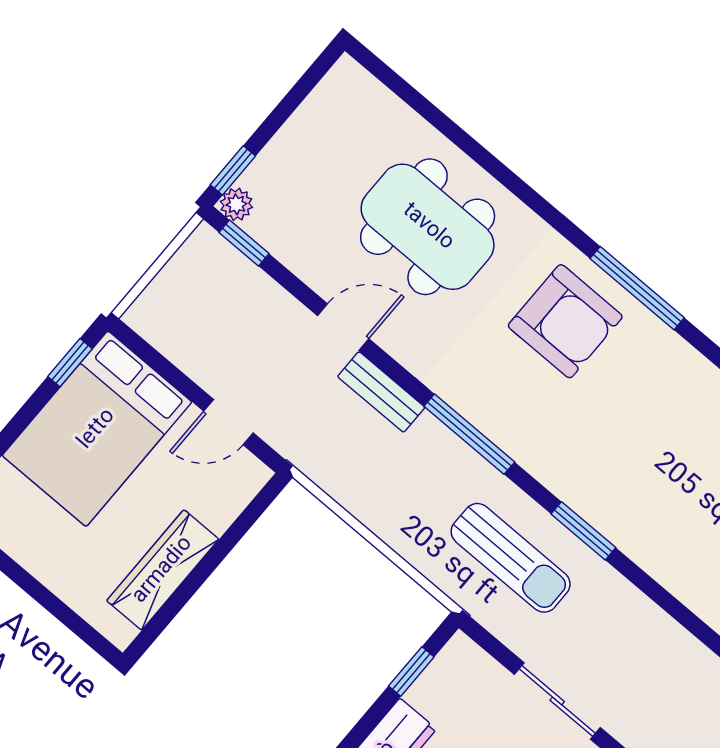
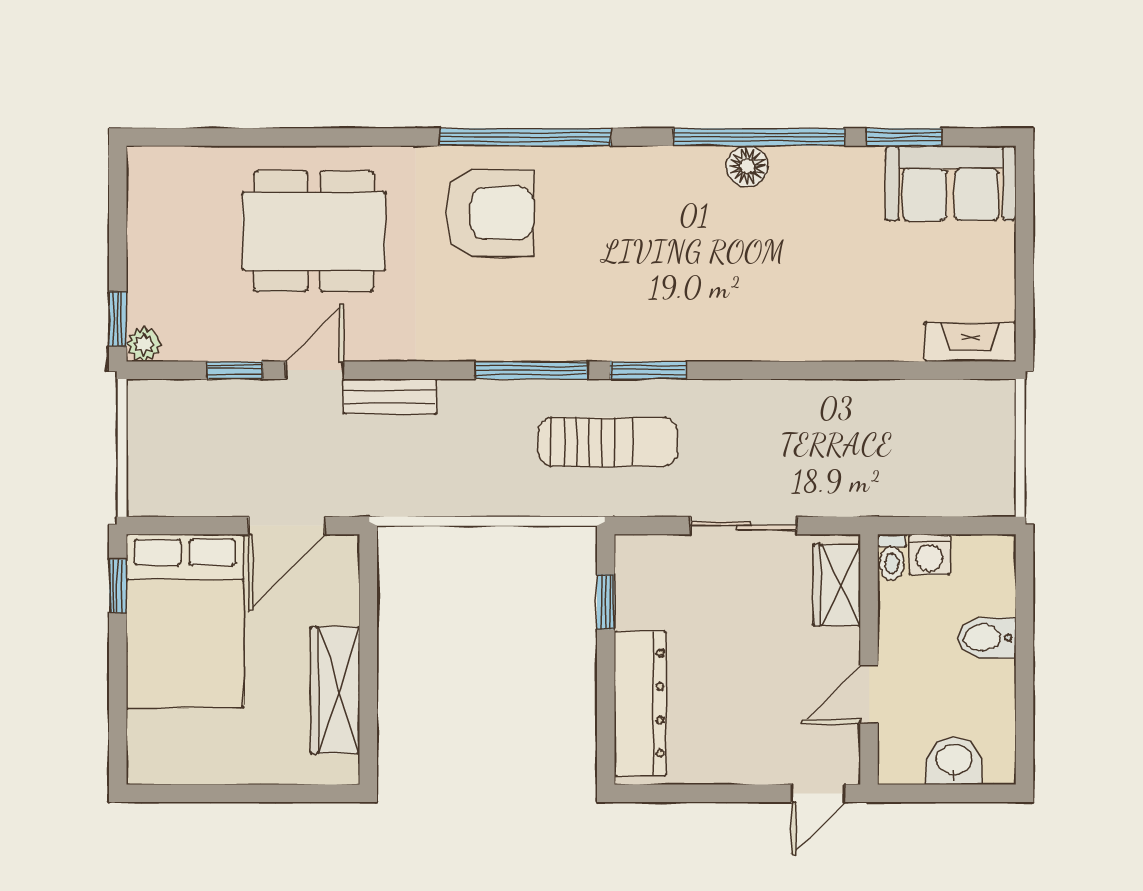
window: (244, 243) -> (235, 370), moved
window: (637, 288) -> (525, 137), width x1.46
door: (228, 422) -> (287, 526), width x1.37
window: (469, 434) -> (531, 370), moved

